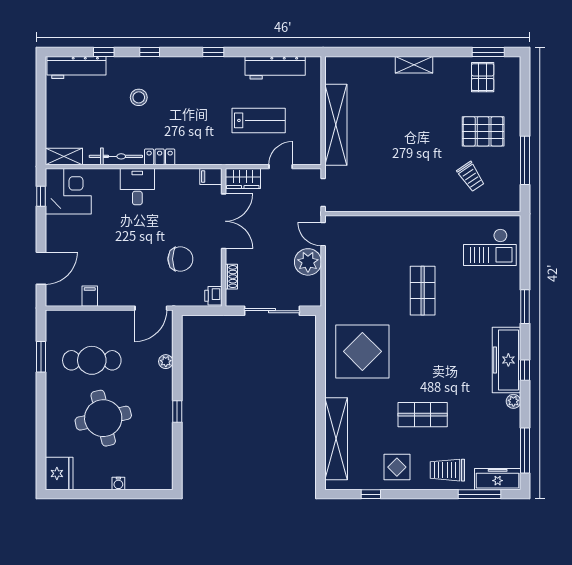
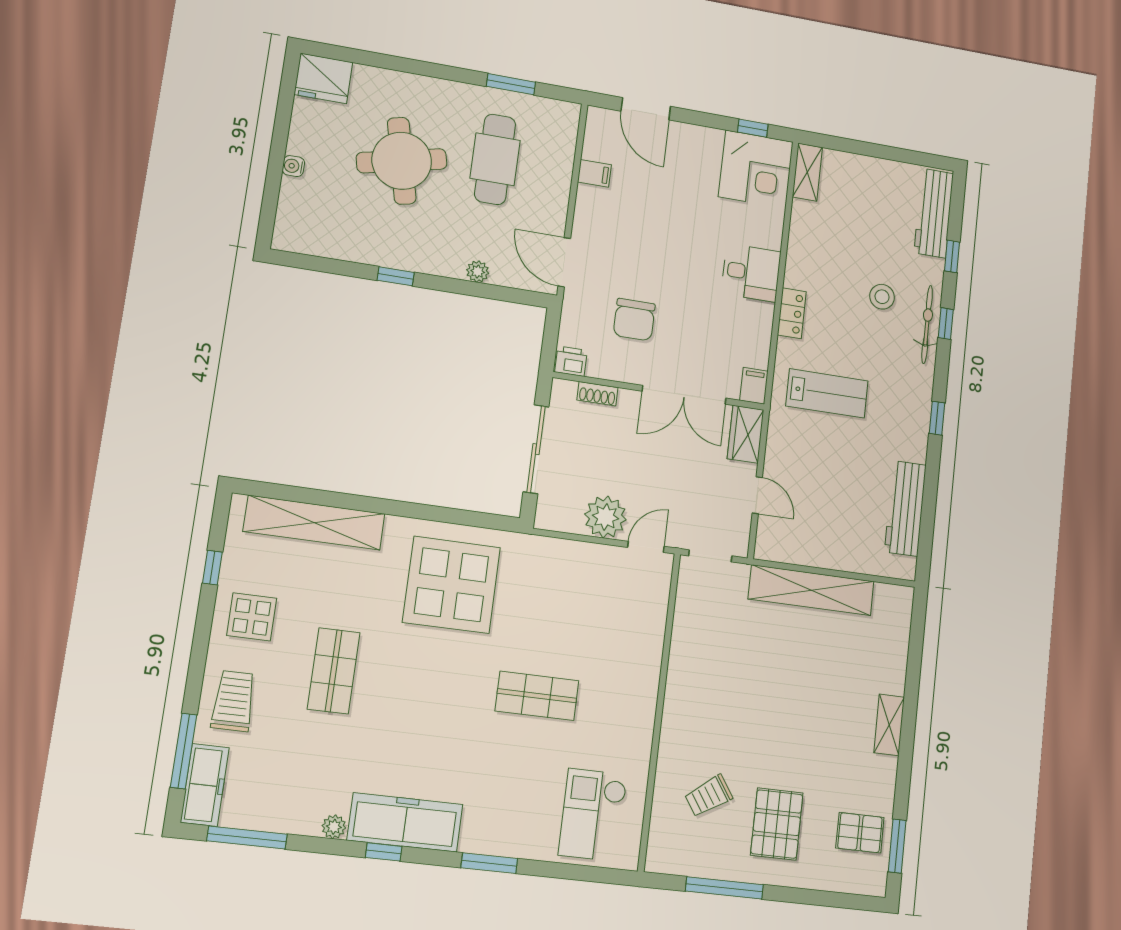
lab bench: (259, 120) -> (827, 393), moved, turned -90
bicycle: (116, 156) -> (927, 324), moved, turned 180

